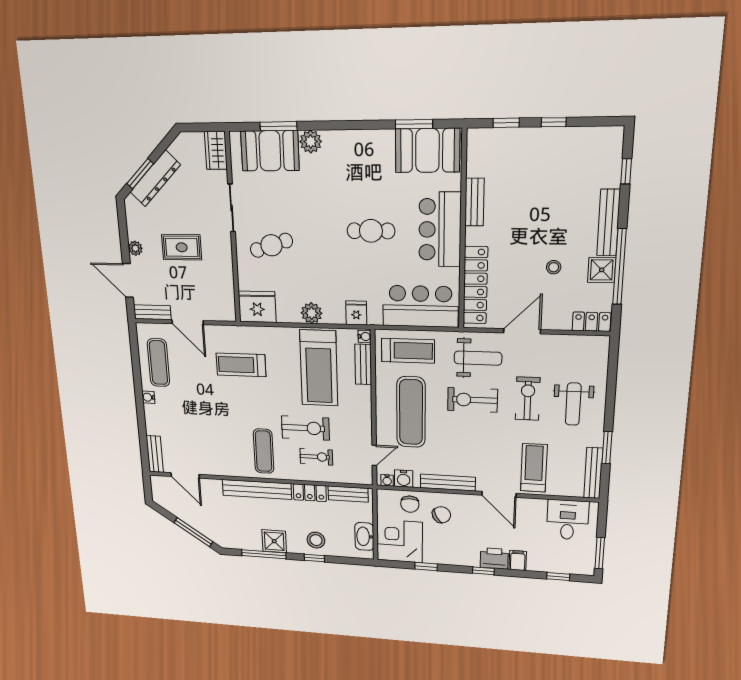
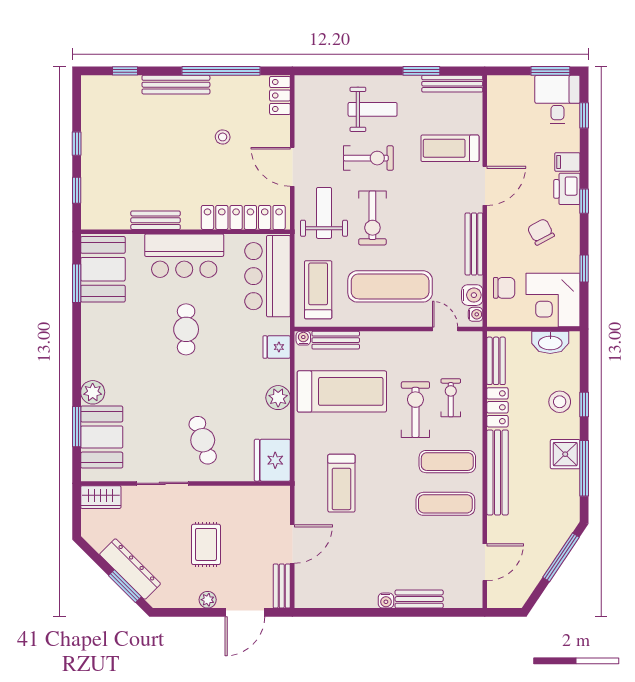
shower: (602, 270) -> (225, 88), removed
exercise mat: (158, 363) -> (445, 504), moved
exercise bike: (528, 399) -> (368, 158), turned 180
bench: (155, 454) -> (419, 599), moved
chair: (441, 515) -> (541, 232), moved
desk: (568, 520) -> (557, 99), moved, turned 90

